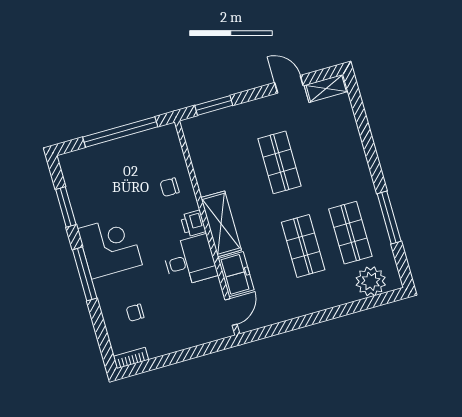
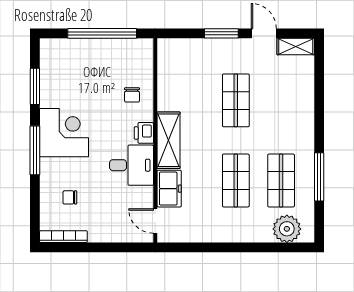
window: (214, 105) -> (221, 33), moved
chair: (170, 187) -> (132, 95), turned -90
door: (231, 312) -> (155, 221), swing flipped
bookcase: (131, 358) -> (63, 237), width x1.56

